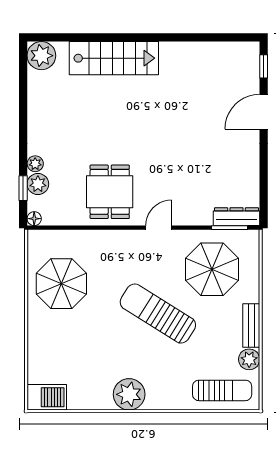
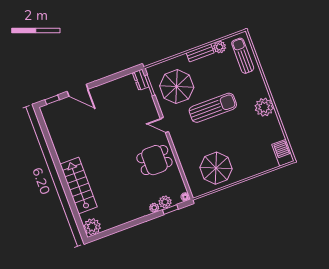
dresser: (237, 217) -> (141, 80), width x0.70
sun lounger: (158, 313) -> (213, 108), turned -122

